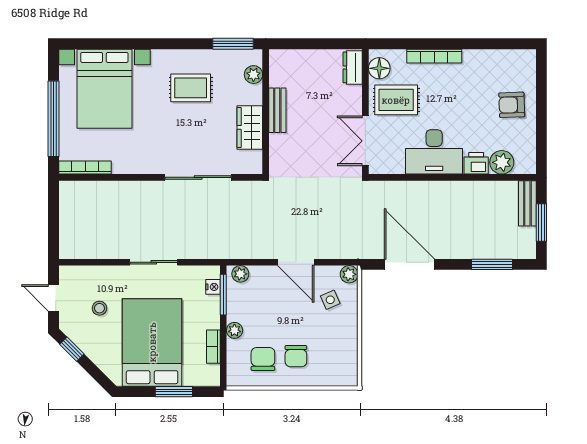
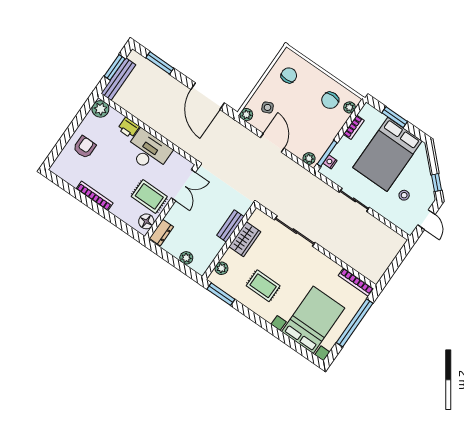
bookcase: (434, 56) -> (95, 196), moved
plant: (303, 58) -> (186, 258), added
armchair: (512, 105) -> (84, 147), turned -88
bench: (277, 110) -> (230, 226), moved
plant: (502, 162) -> (100, 109), moved
bench: (527, 203) -> (118, 79), width x1.36
plant: (234, 330) -> (350, 107), moved
chair: (296, 356) -> (289, 75), moved

